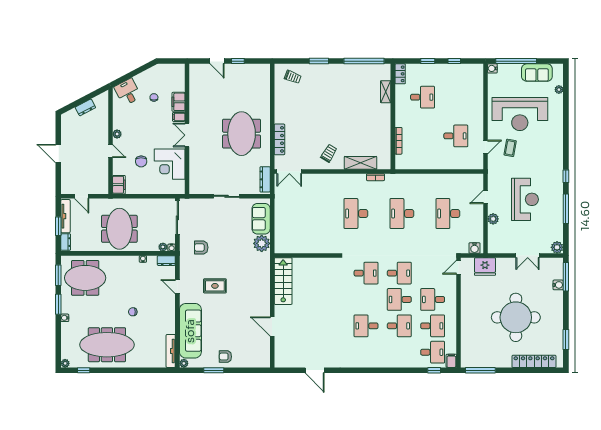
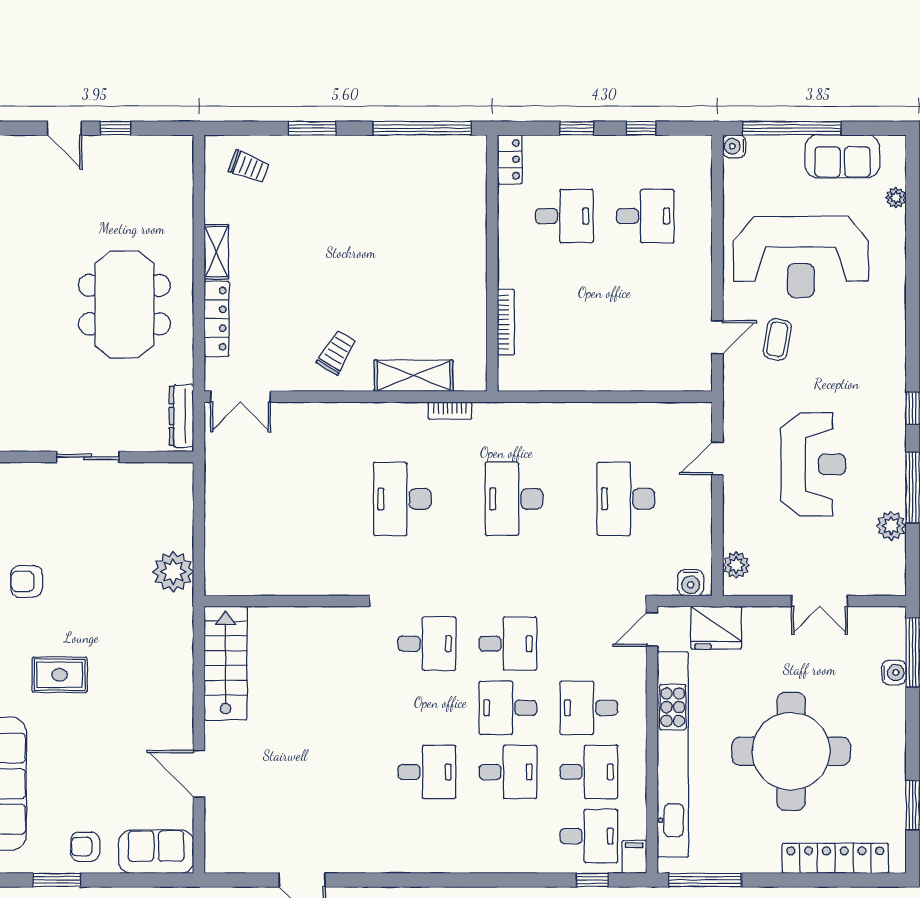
shelving: (386, 92) -> (216, 252), moved
desk: (456, 136) -> (645, 216), moved
sofa: (261, 219) -> (156, 852), moved, turned 90
plant: (493, 219) -> (736, 565), moved
plant: (557, 247) -> (891, 526), moved
kitchen unit: (467, 319) -> (673, 754), added
desk: (366, 326) -> (427, 772), turned 180

